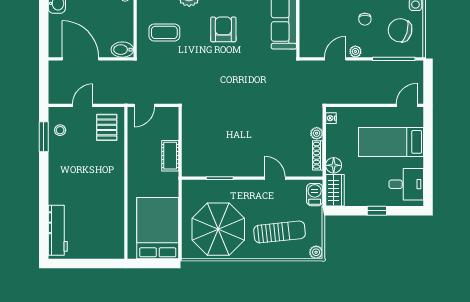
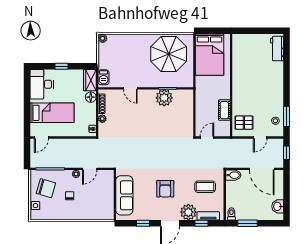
window: (44, 83) -> (287, 153), added
door: (144, 105) -> (207, 138), moved
pallet: (107, 127) -> (244, 123), turned 90
cot: (170, 156) -> (224, 110), moved
plant: (225, 164) -> (164, 98), added
desk: (406, 184) -> (42, 84), width x1.37
workbench: (58, 230) -> (277, 49), width x0.73
sun lounger: (280, 232) -> (127, 52), removed

